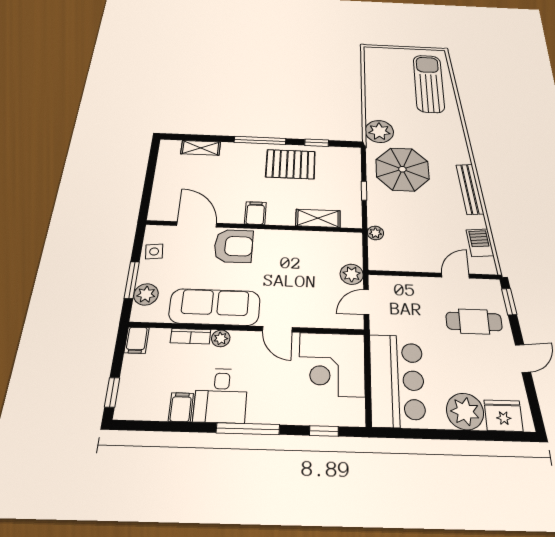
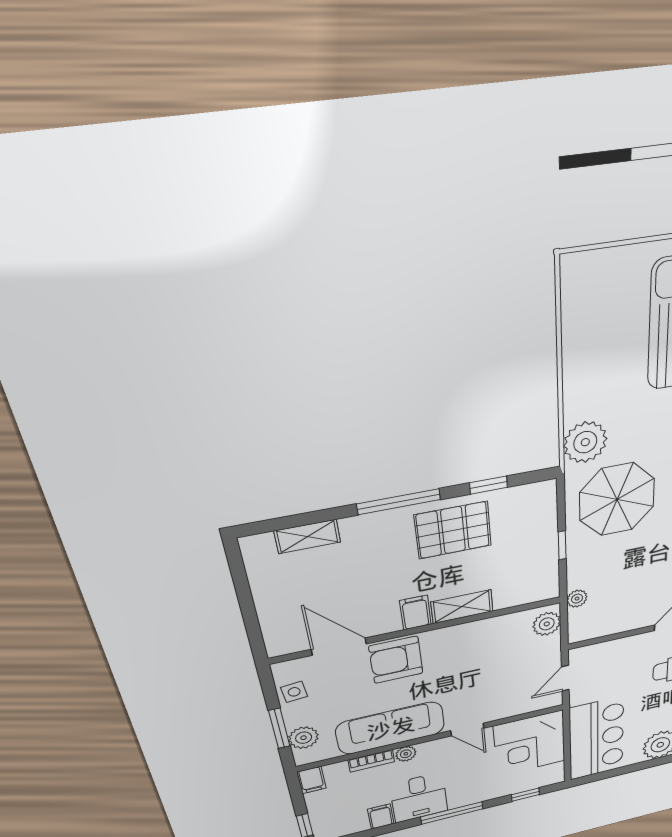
shelving: (318, 218) -> (462, 607), moved
armchair: (234, 246) -> (396, 660), turned 180
plant: (352, 274) -> (547, 624), moved

